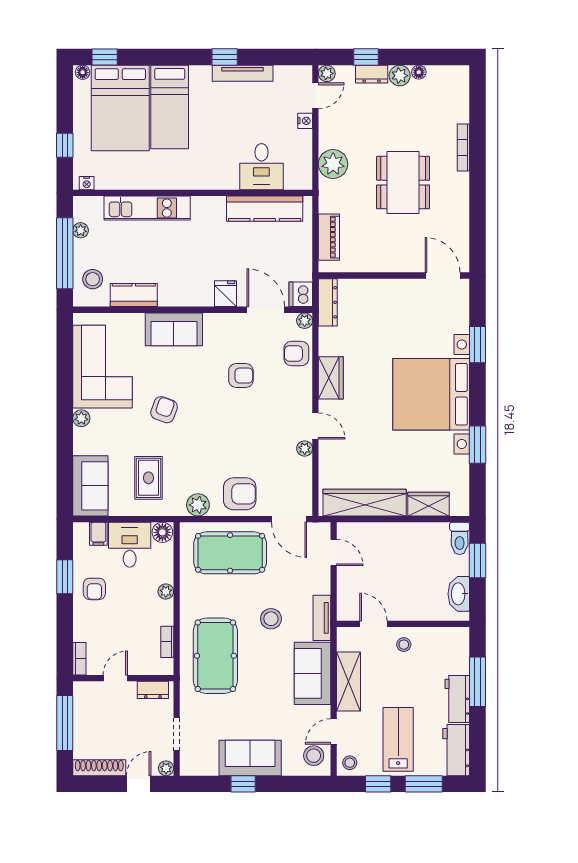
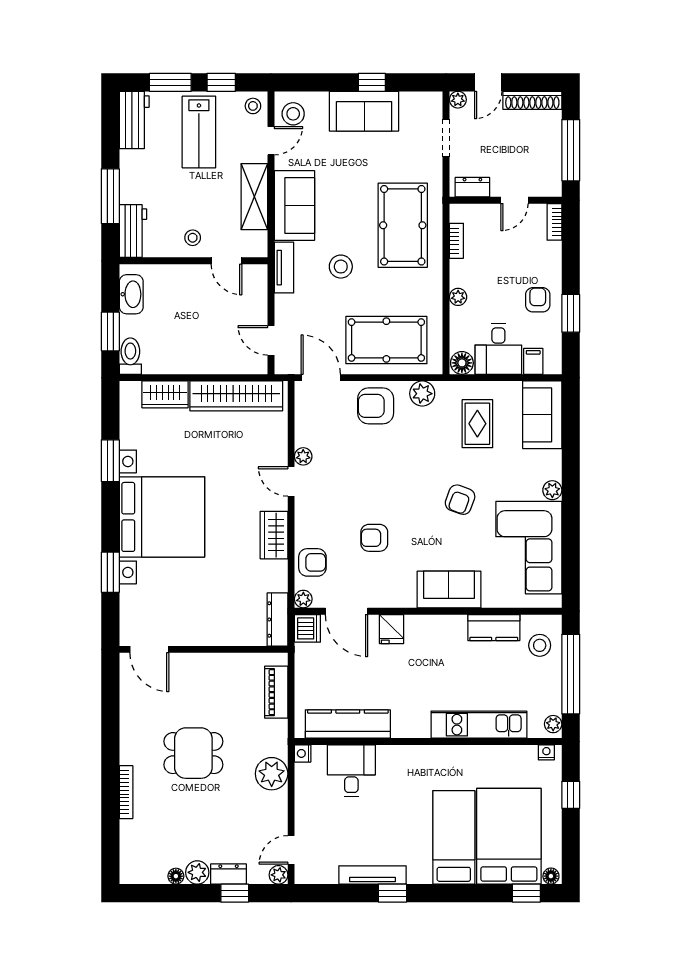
nightstand: (305, 121) -> (303, 753), moved
dining table: (403, 183) -> (193, 753), width x0.73
plant: (81, 230) -> (553, 724), moved
workbench: (457, 699) -> (133, 231), moved

